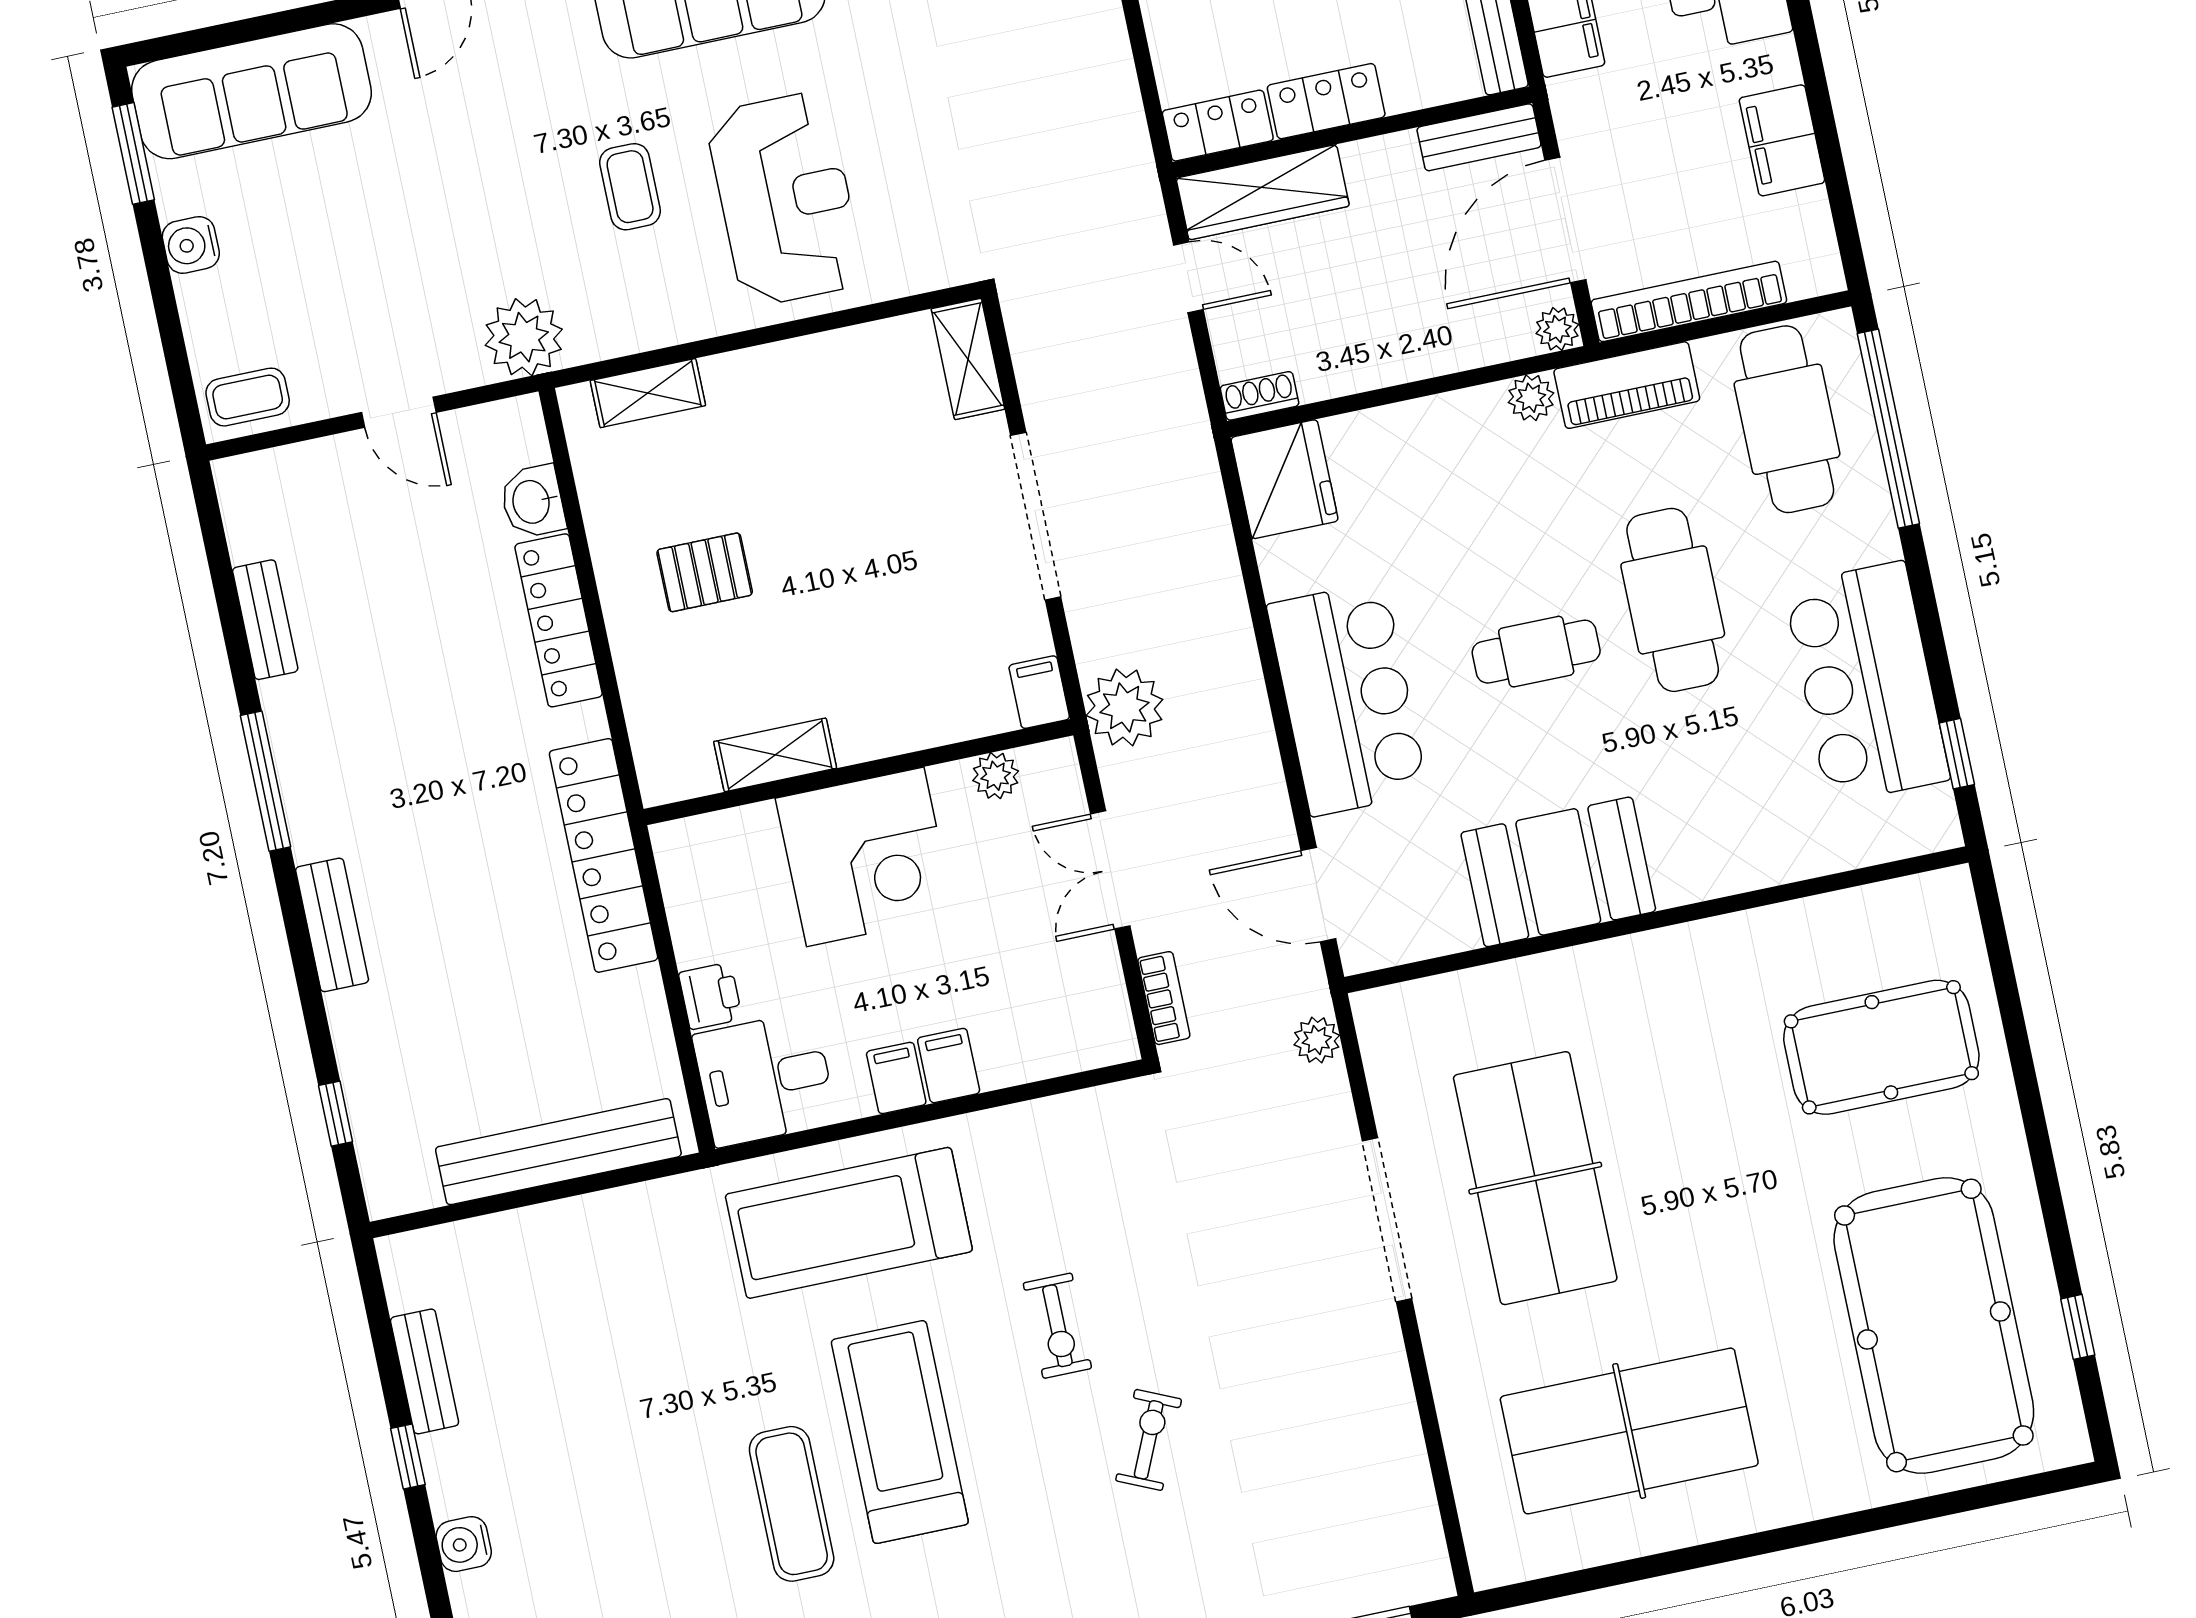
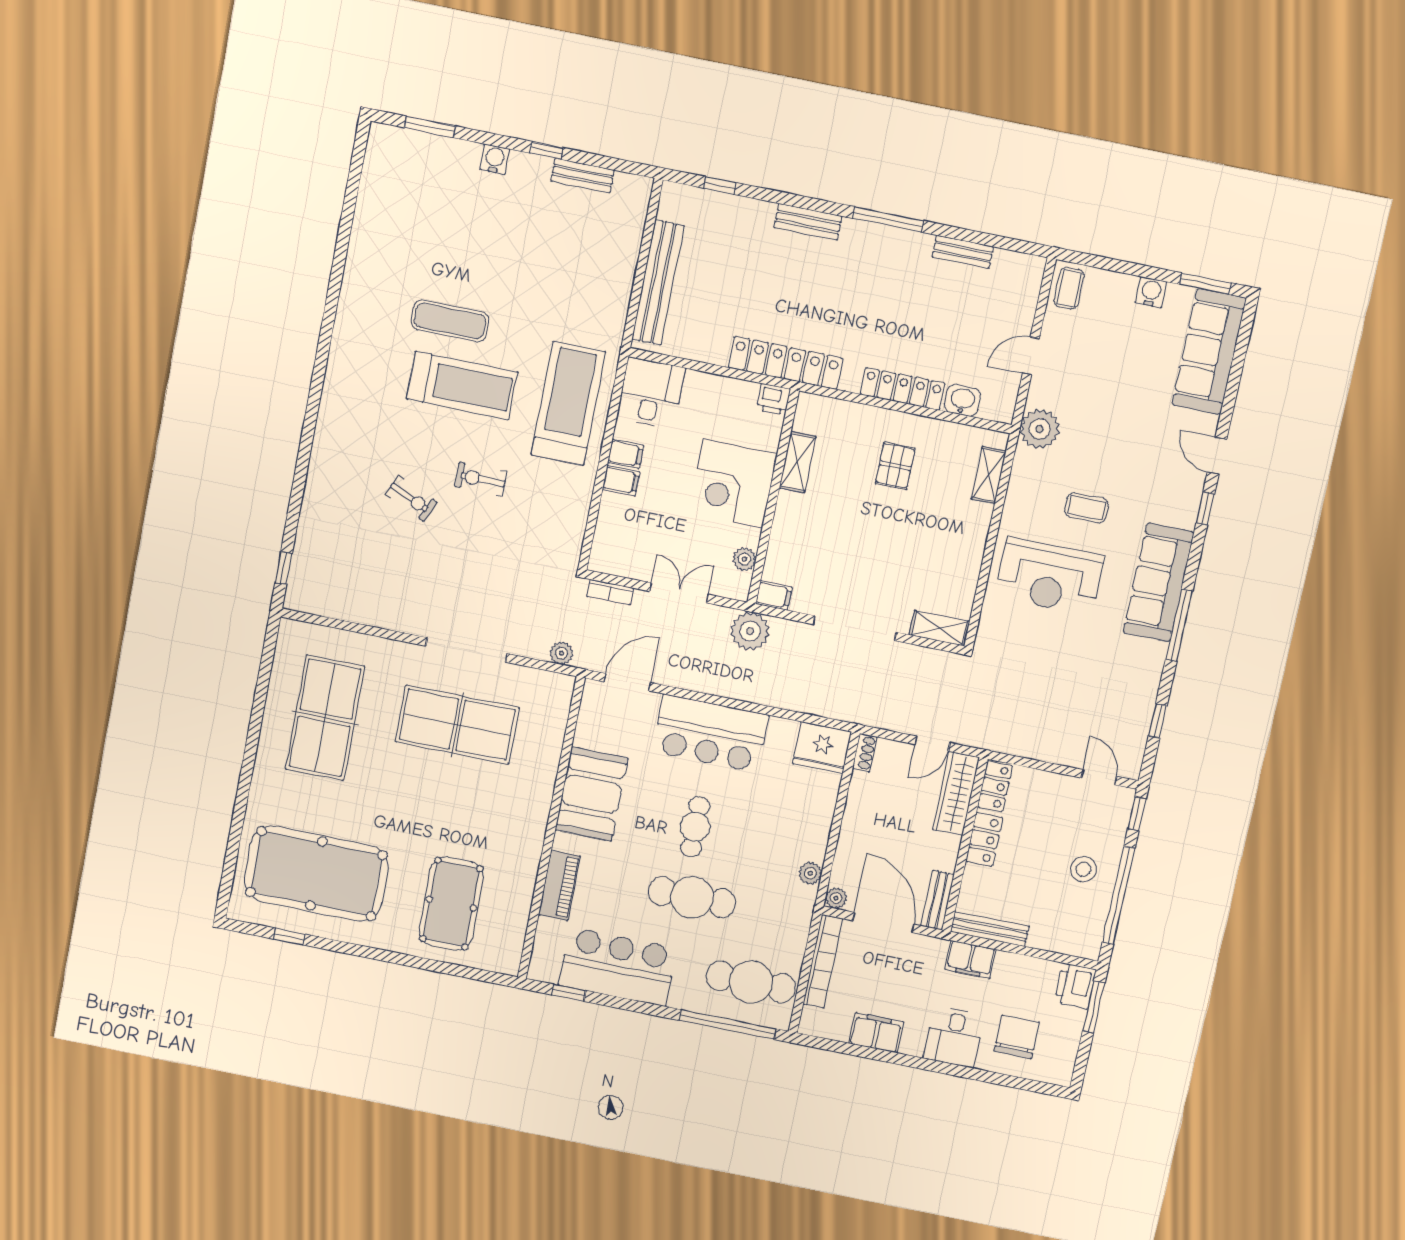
piano: (1627, 385) -> (559, 885), moved, turned 180
printer: (710, 996) -> (774, 399), moved

